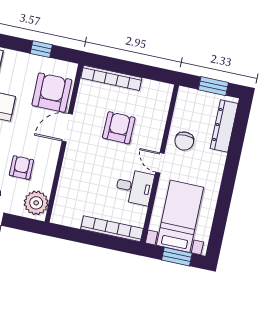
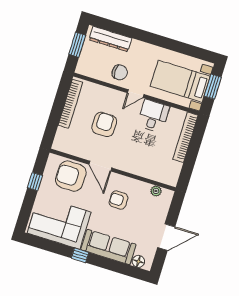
bookcase: (111, 78) -> (70, 104), moved
armchair: (119, 128) -> (104, 124), turned 89
armchair: (21, 168) -> (119, 200), moved
plant: (36, 203) -> (156, 191), width x0.53, depth x0.53

